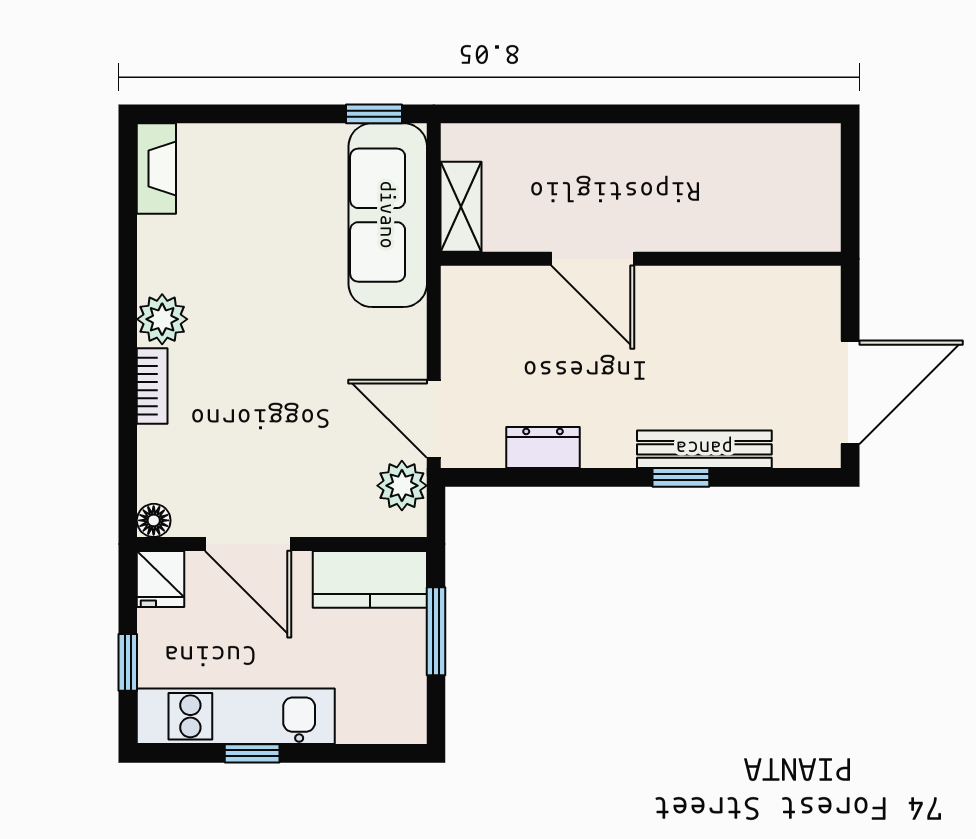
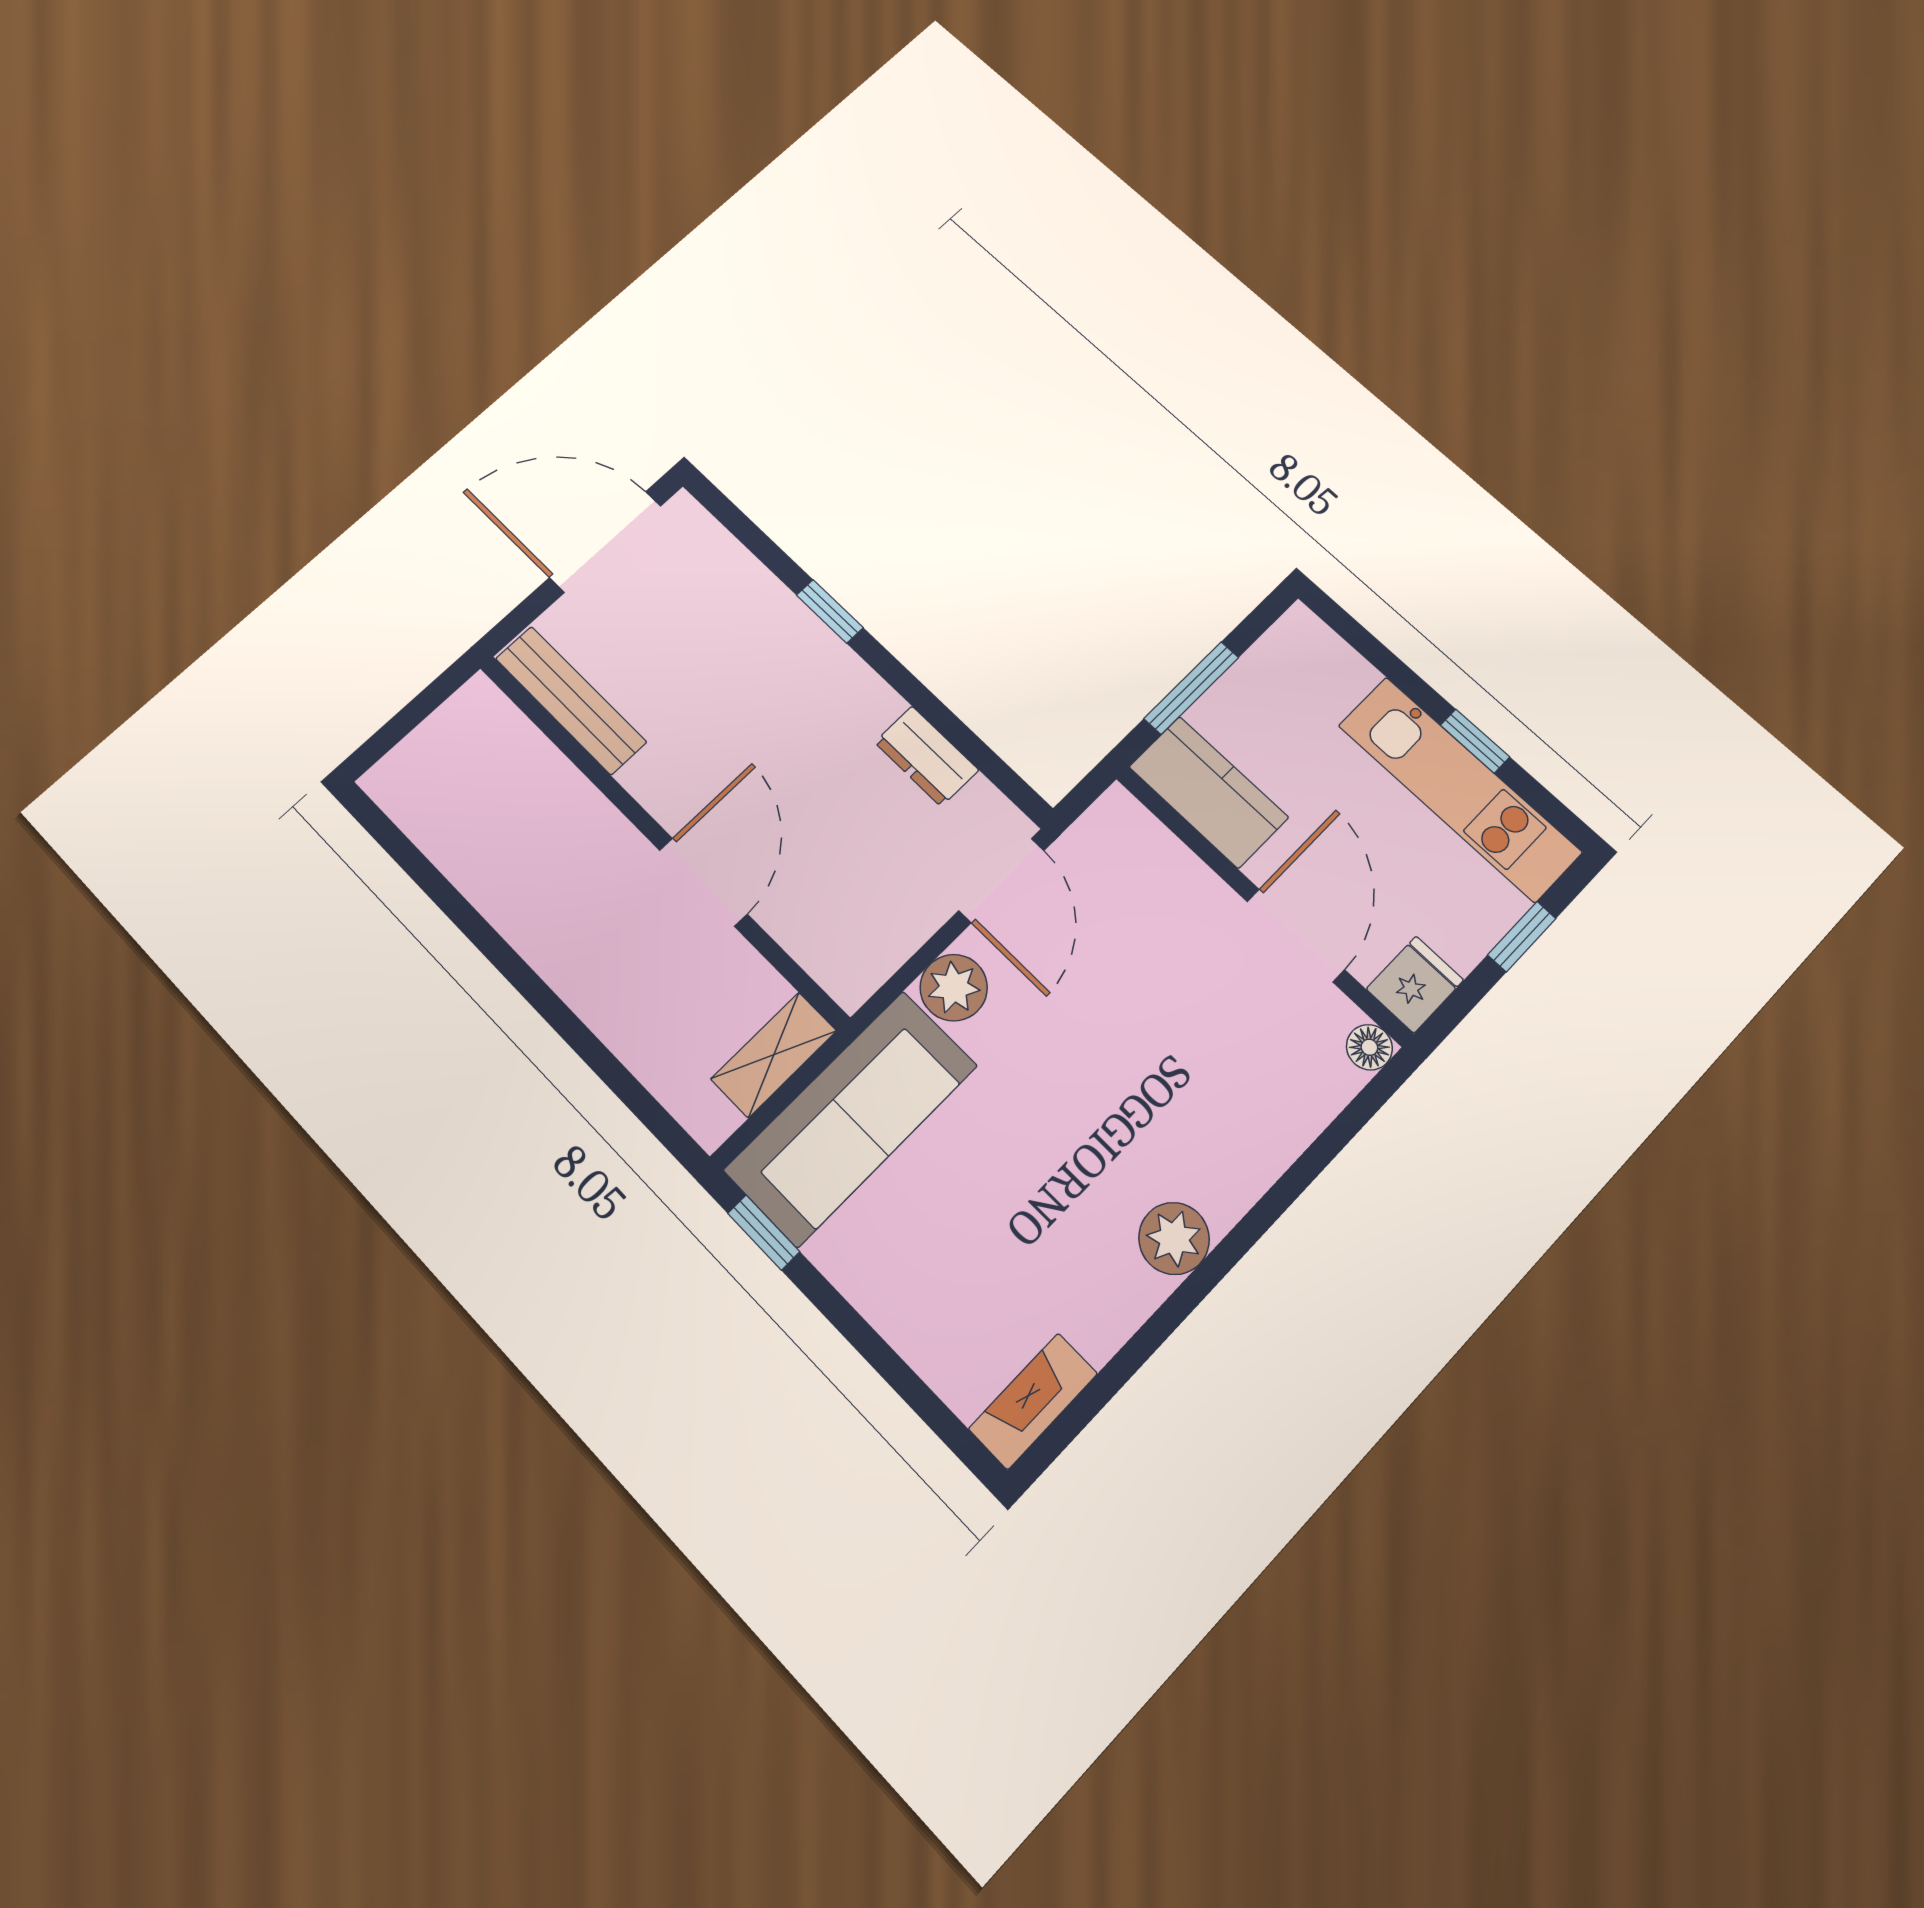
bookcase: (152, 386) -> (1247, 1181), removed
bench: (704, 449) -> (571, 700), moved
plant: (402, 486) -> (954, 988), moved

